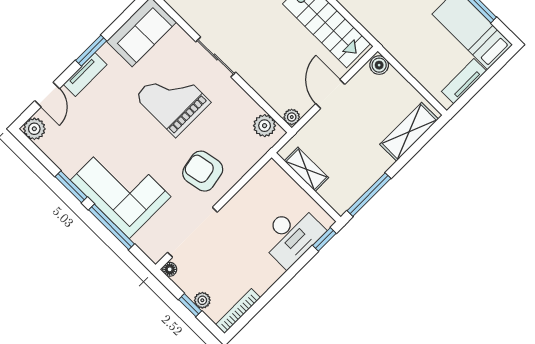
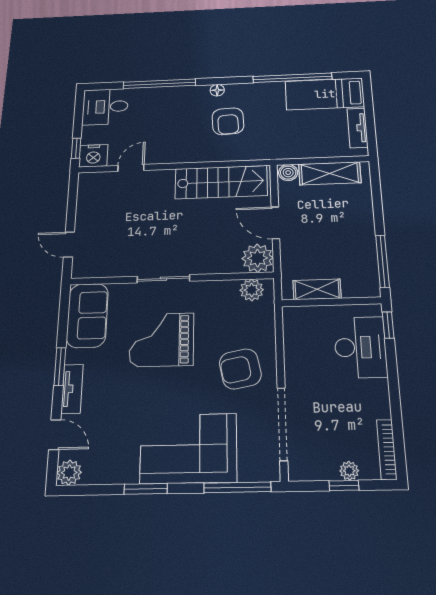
plant: (292, 117) -> (258, 258), width x1.87, depth x1.87
shelving: (409, 132) -> (330, 173), moved, turned 90
window: (111, 227) -> (237, 487), moved
floor lamp: (170, 269) -> (296, 473), removed

